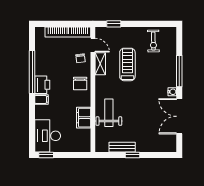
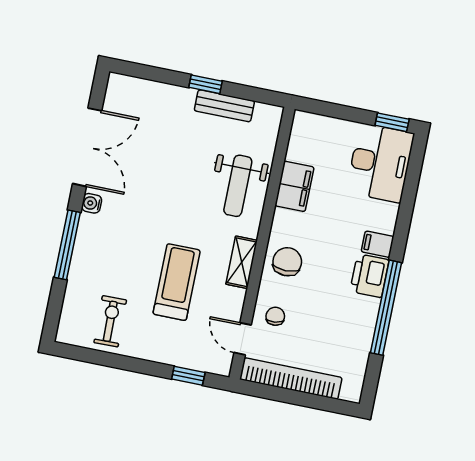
shelving: (100, 64) -> (242, 262), moved
treadmill: (127, 64) -> (177, 282), turned 180

